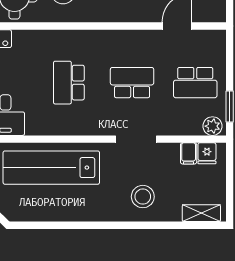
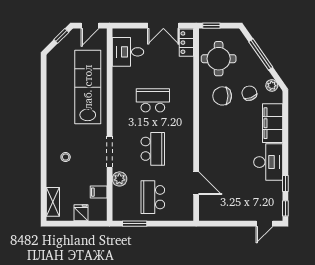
plant: (212, 126) -> (119, 179), moved
fridge: (207, 153) -> (81, 213), moved, turned 90
stool: (143, 197) -> (66, 157), width x0.53, depth x0.53

